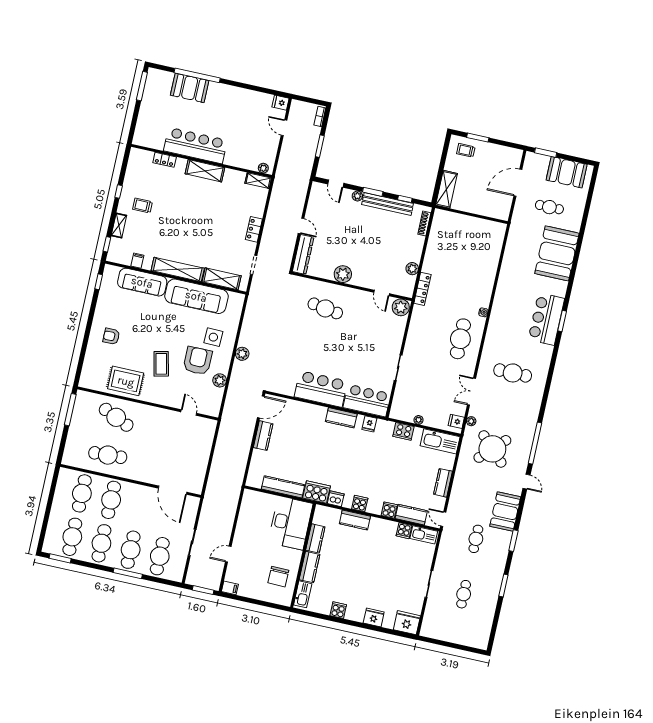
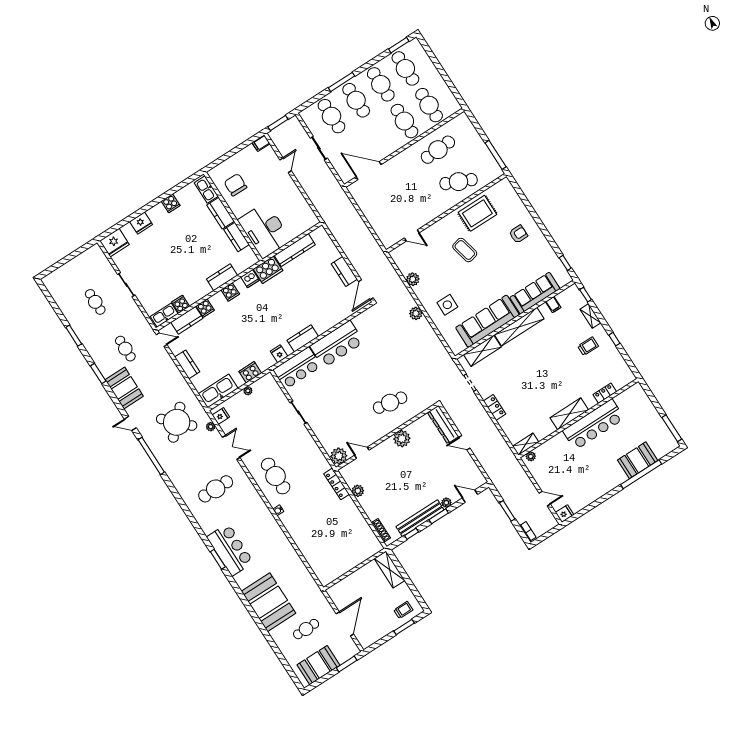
armchair: (198, 361) -> (442, 277), removed

